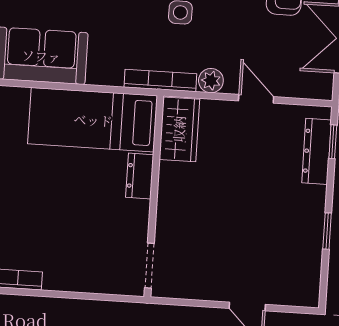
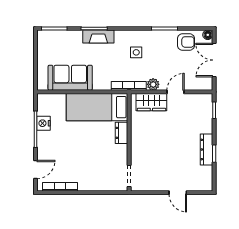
door: (256, 99) -> (176, 92), hinge flipped
wardrobe: (179, 129) -> (151, 102), moved, turned 90
dresser: (317, 151) -> (206, 149), moved

